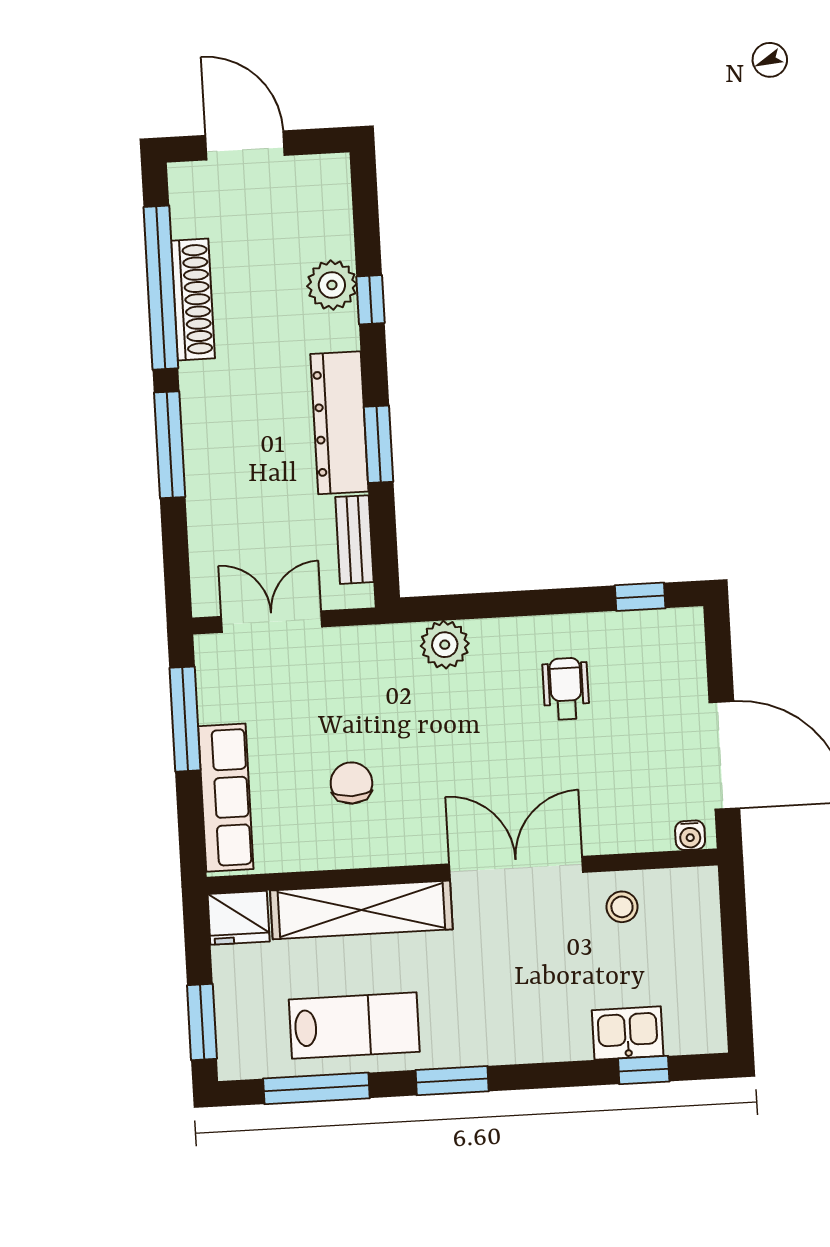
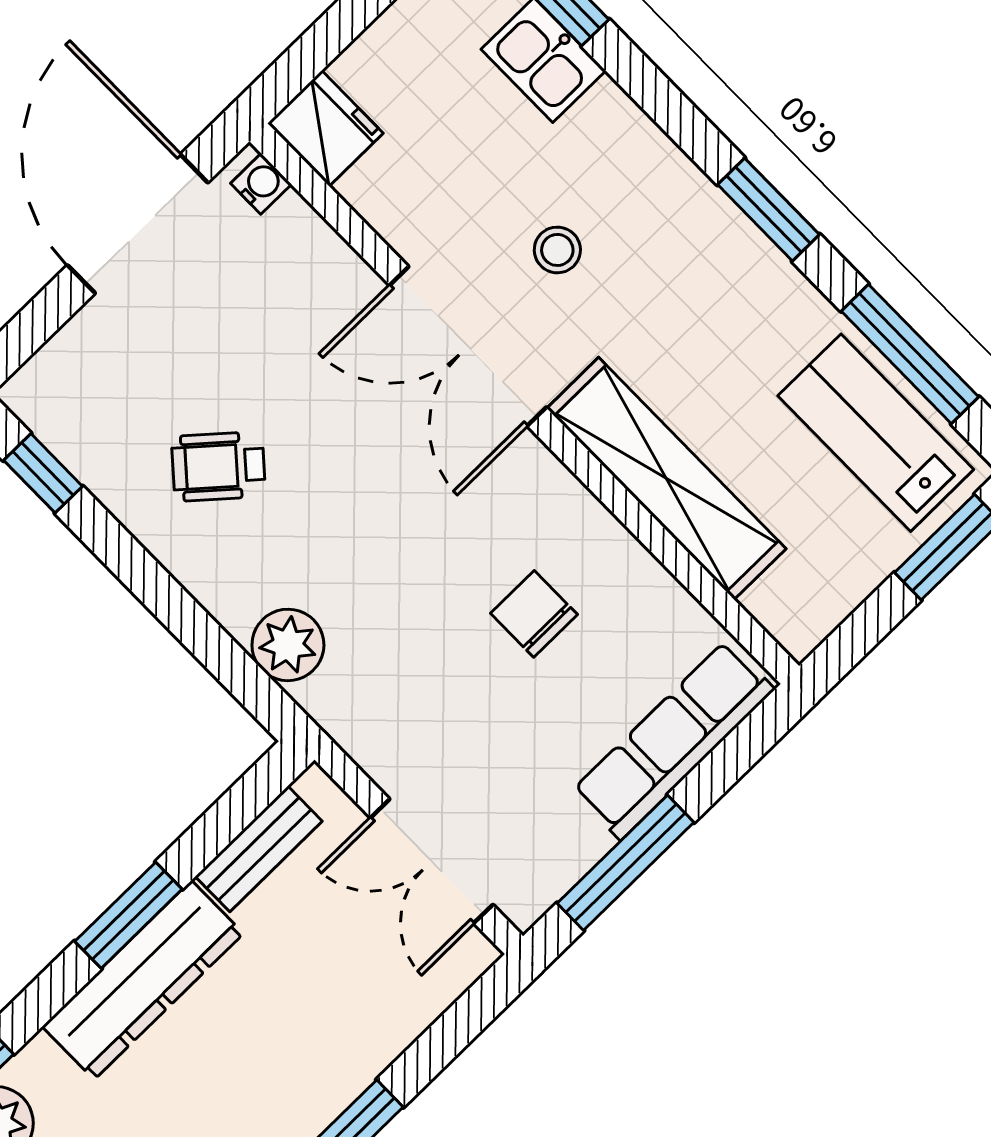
wheelchair: (566, 689) -> (218, 466), turned 41
chair: (351, 783) -> (534, 614), turned 90
stool: (622, 907) -> (557, 250), moved
fridge: (239, 918) -> (325, 128), moved
lab bench: (354, 1026) -> (876, 433), moved

